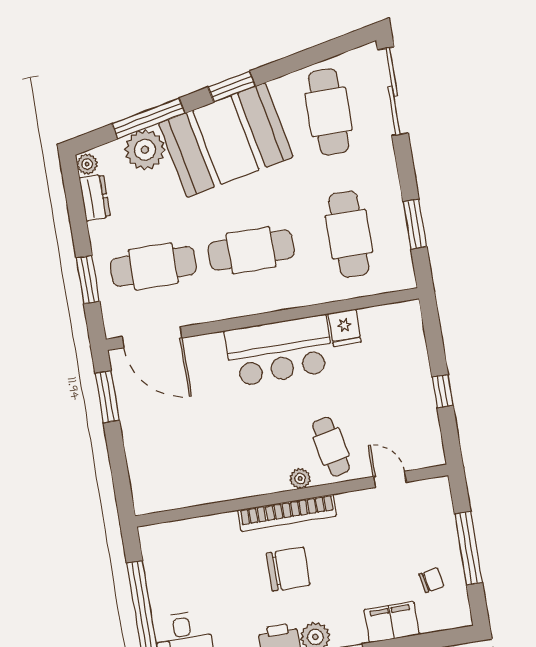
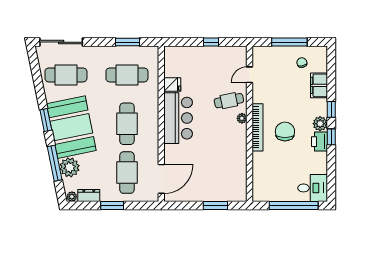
window: (88, 280) -> (112, 205), moved
window: (107, 397) -> (215, 205), moved

